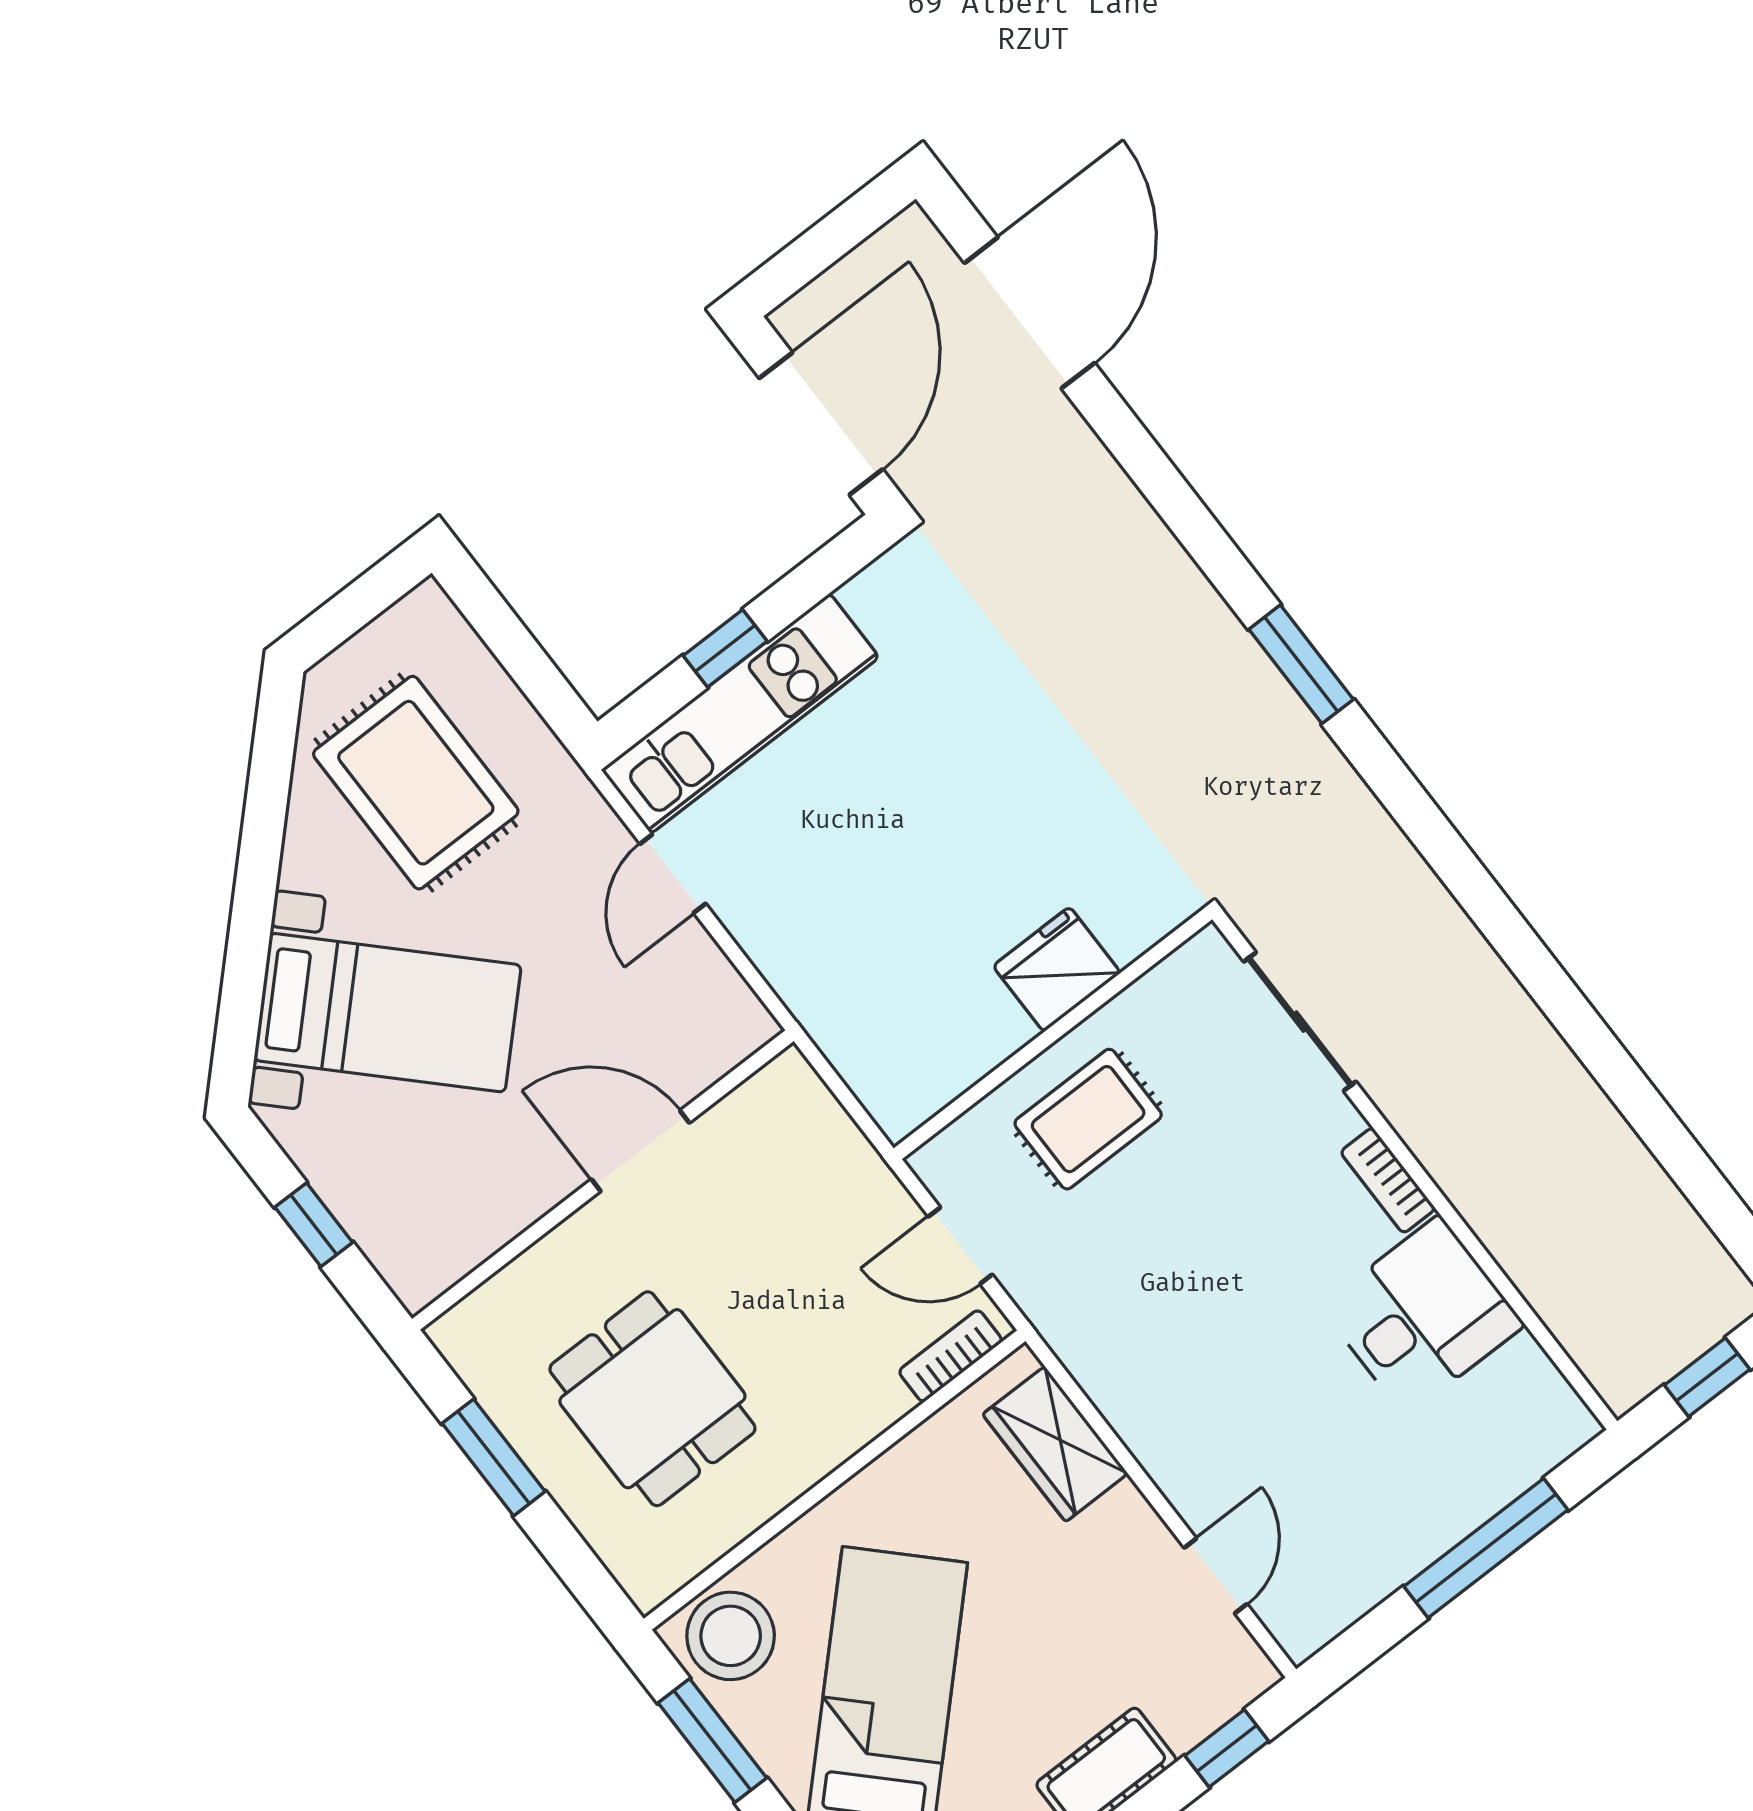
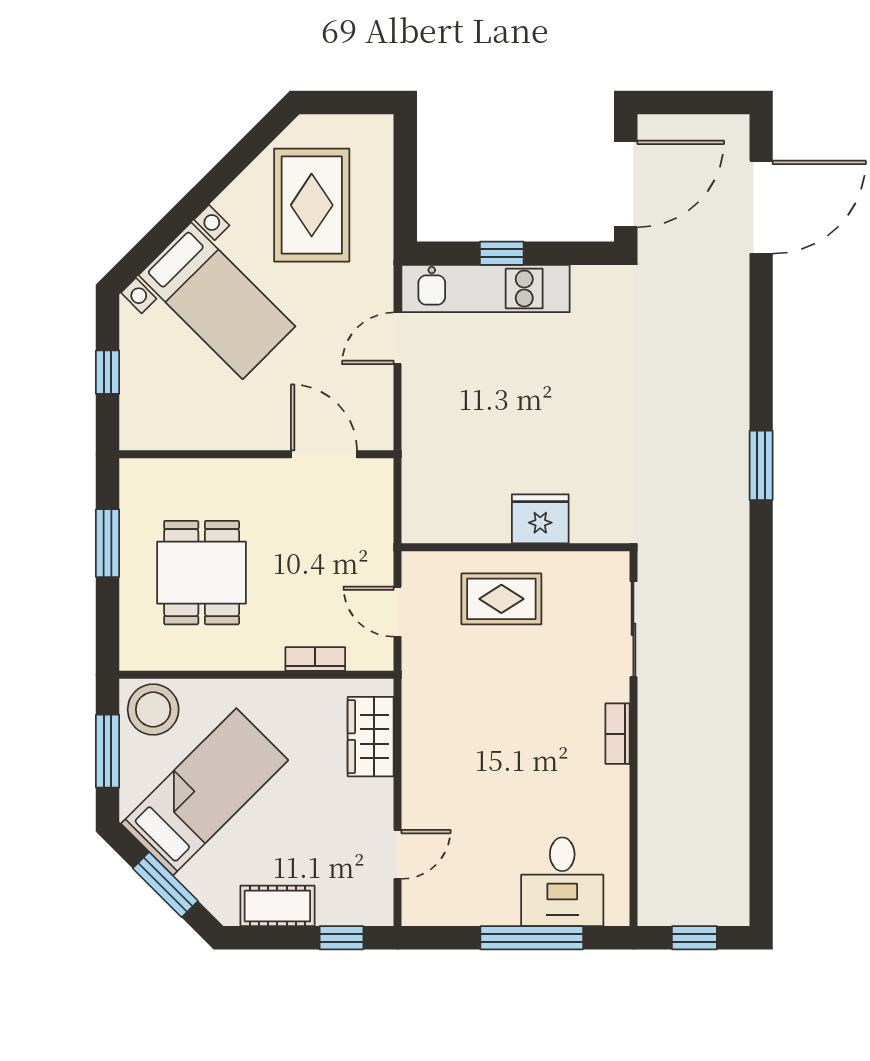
door: (640, 1151) -> (324, 454), moved
desk: (1422, 1316) -> (562, 882), moved, turned 90
bookcase: (951, 1356) -> (315, 659), moved

